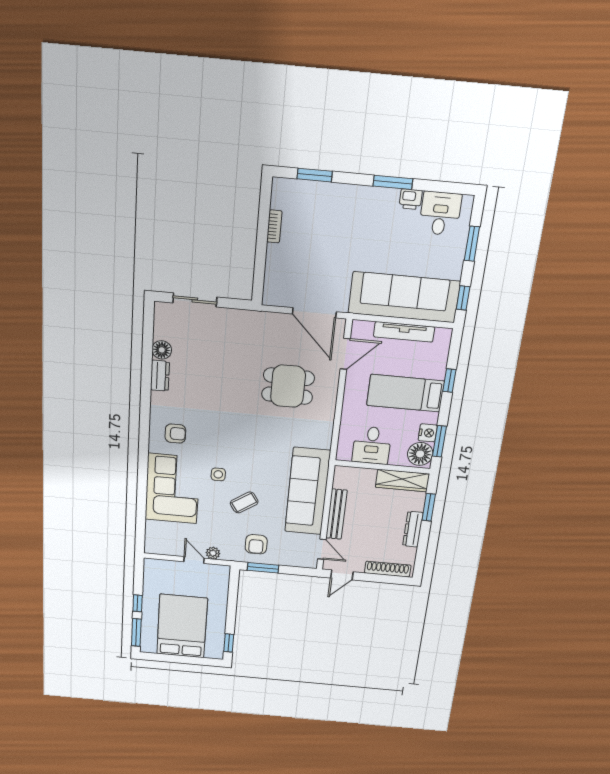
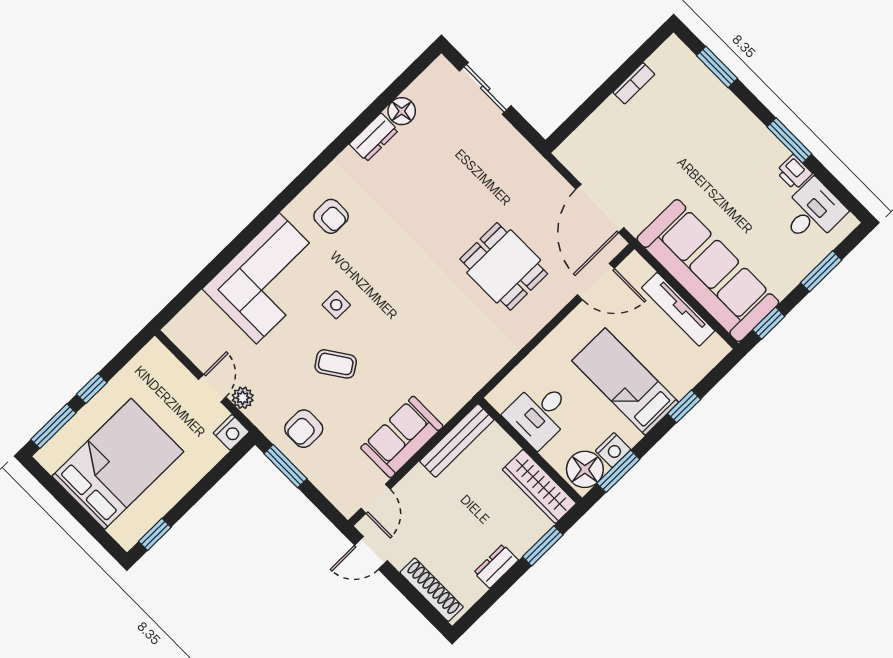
sofa: (307, 491) -> (402, 437), width x0.54, depth x0.79
bench: (336, 514) -> (457, 440), moved
dresser: (413, 529) -> (496, 566), width x0.70
nightstand: (222, 573) -> (231, 432), added

